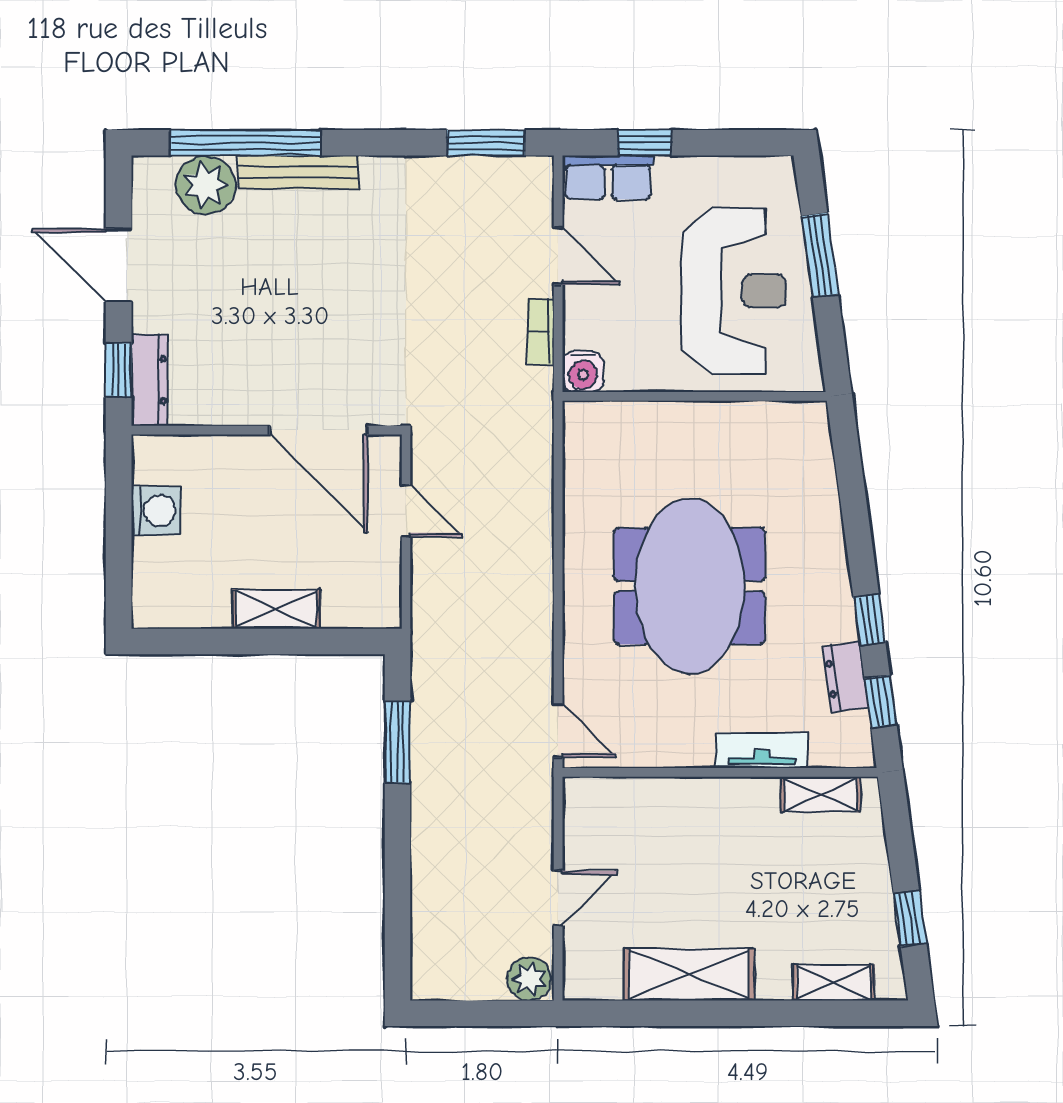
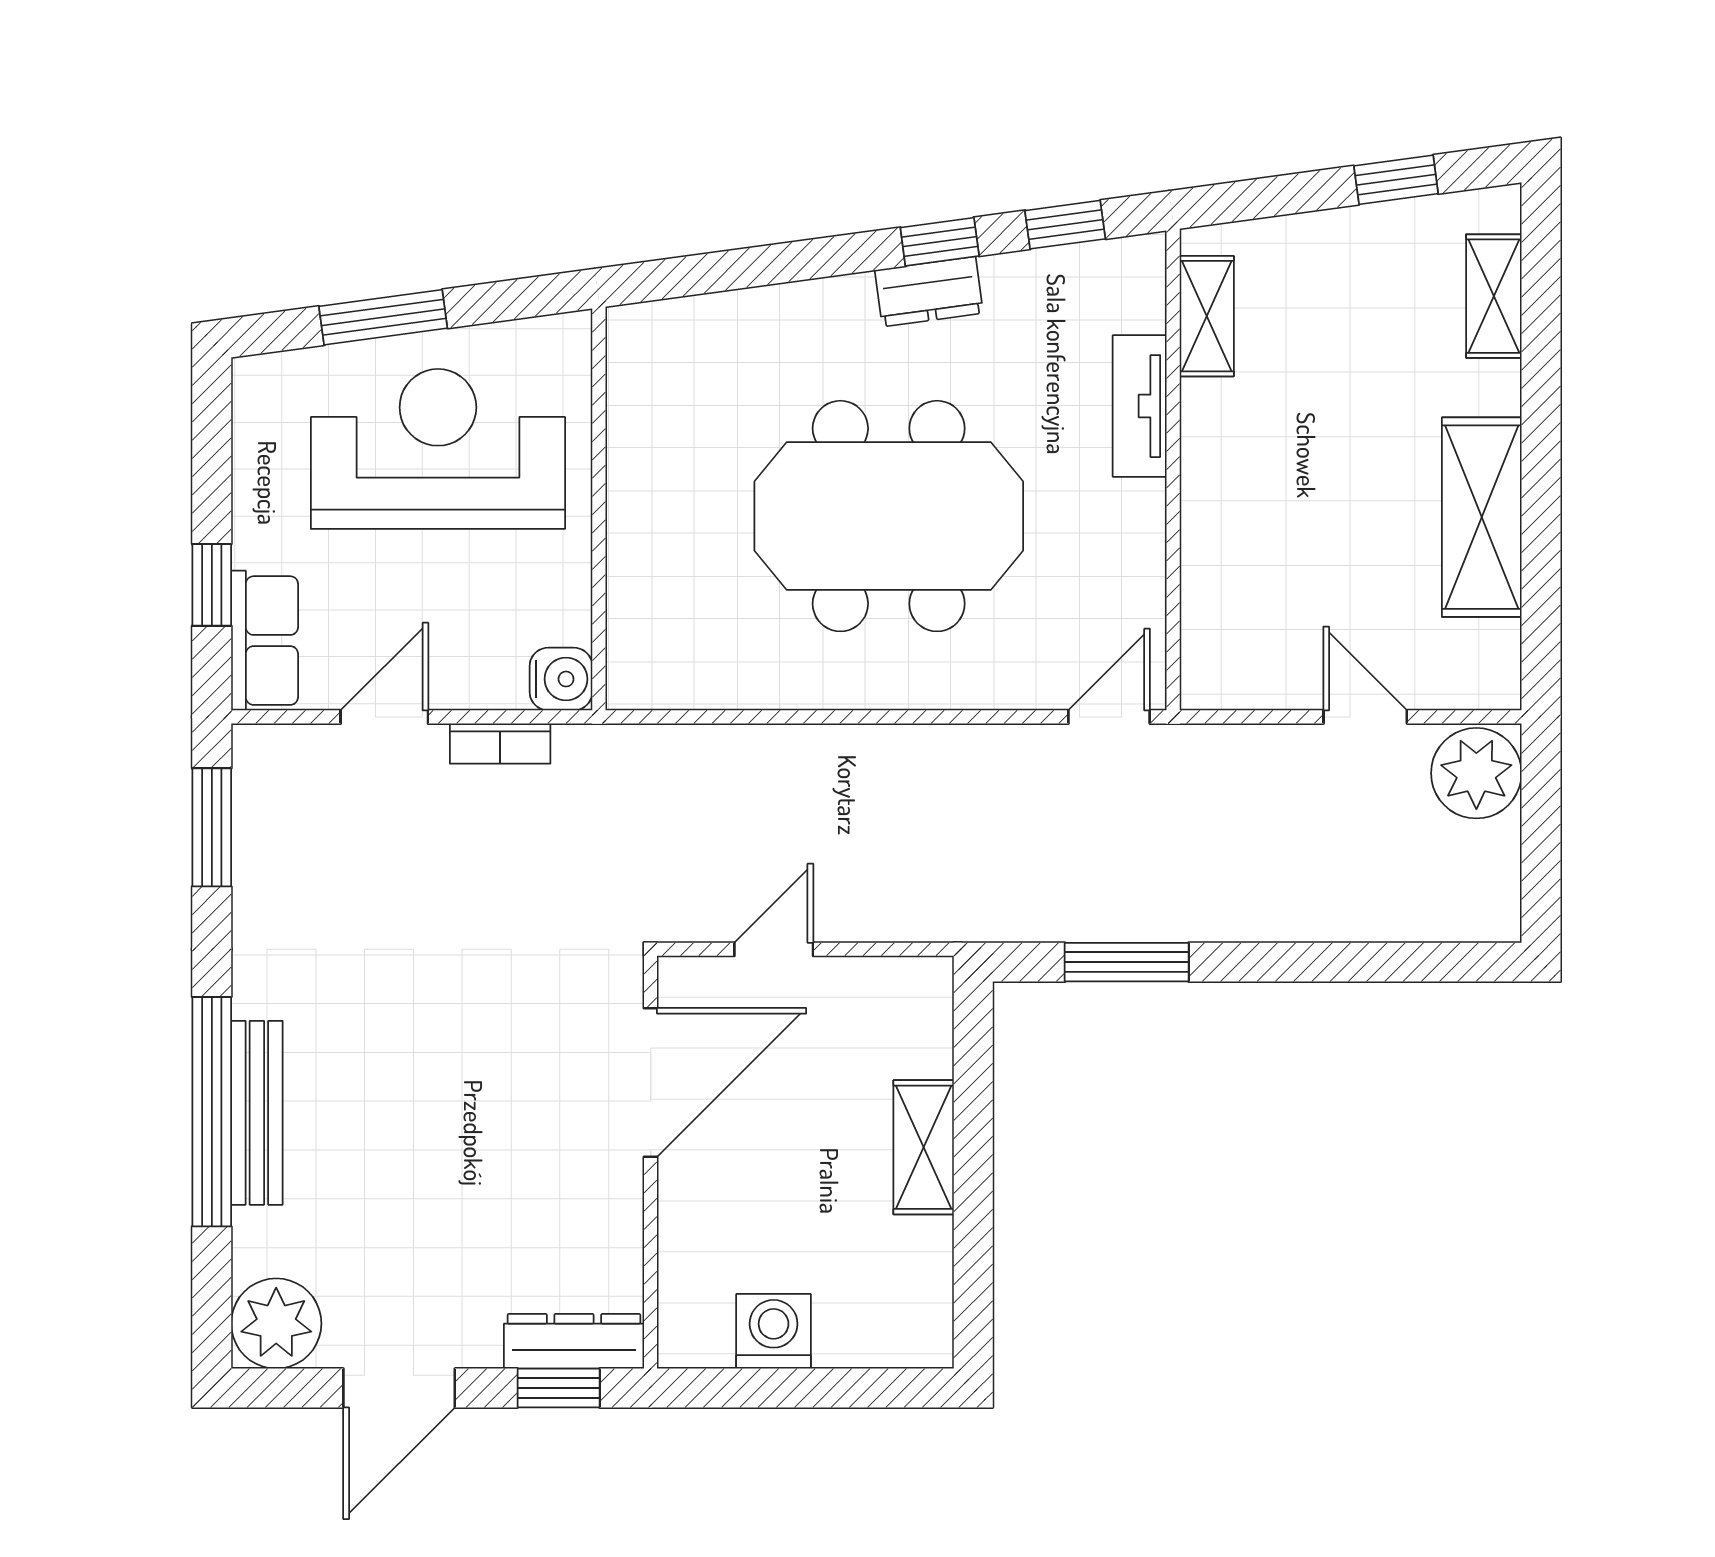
window: (246, 143) -> (212, 1112), moved
plant: (206, 185) -> (276, 1323), moved
dresser: (845, 677) -> (929, 292), moved
plant: (529, 979) -> (1476, 773), width x1.36, depth x1.36

